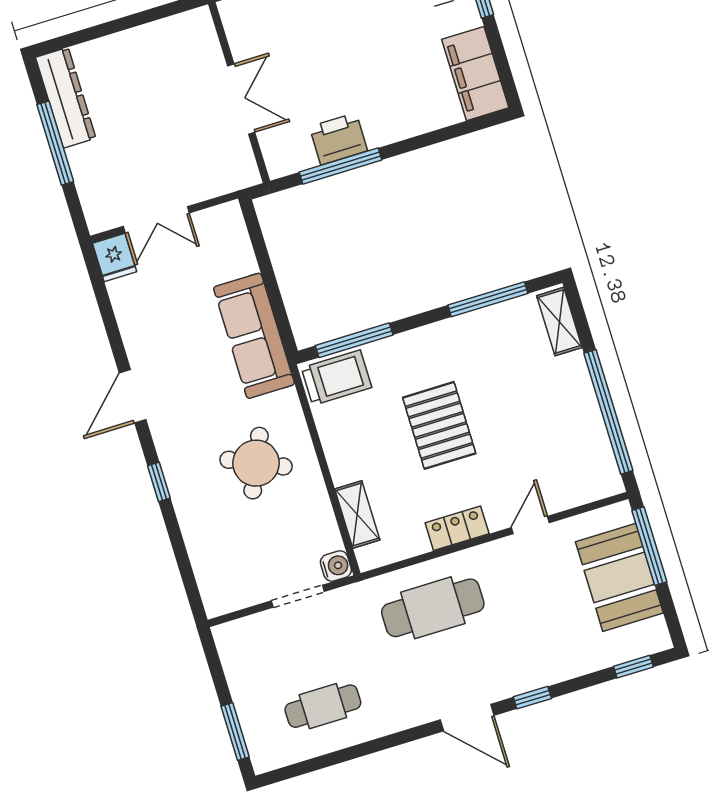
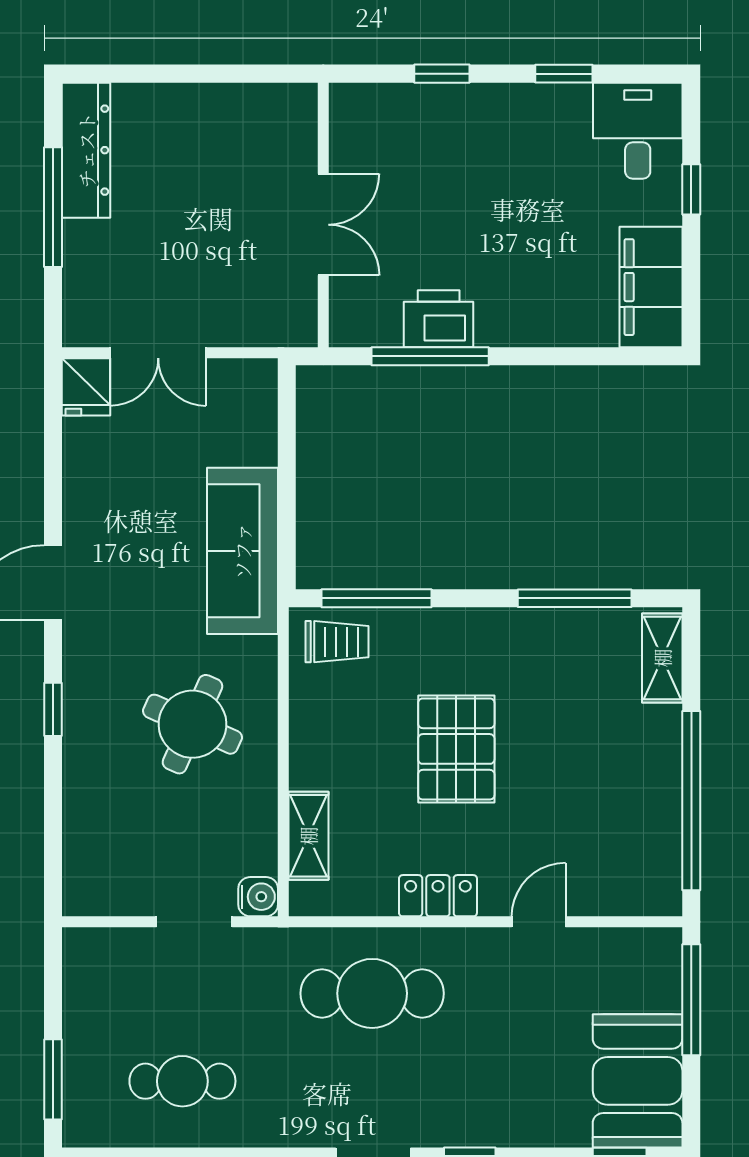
trolley: (337, 378) -> (337, 642), width x0.73, depth x0.72
booth: (619, 577) -> (638, 1081), moved

